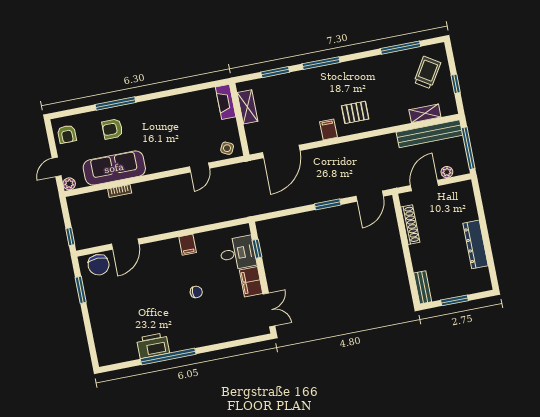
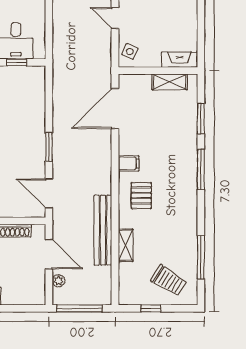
shelving: (425, 113) -> (126, 245), moved
bench: (429, 134) -> (103, 230), moved
door: (281, 152) -> (115, 108), hinge flipped

